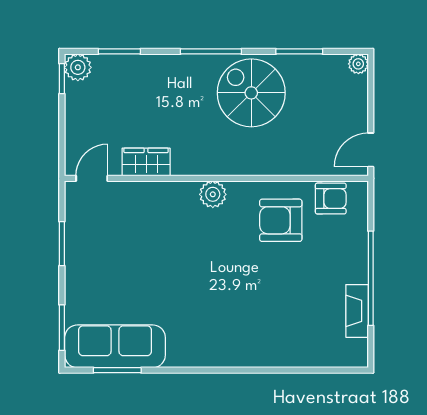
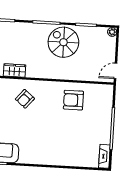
plant: (213, 194) -> (44, 87), removed
armchair: (331, 199) -> (25, 99), moved, turned 130
fireplace: (357, 311) -> (104, 156), moved

